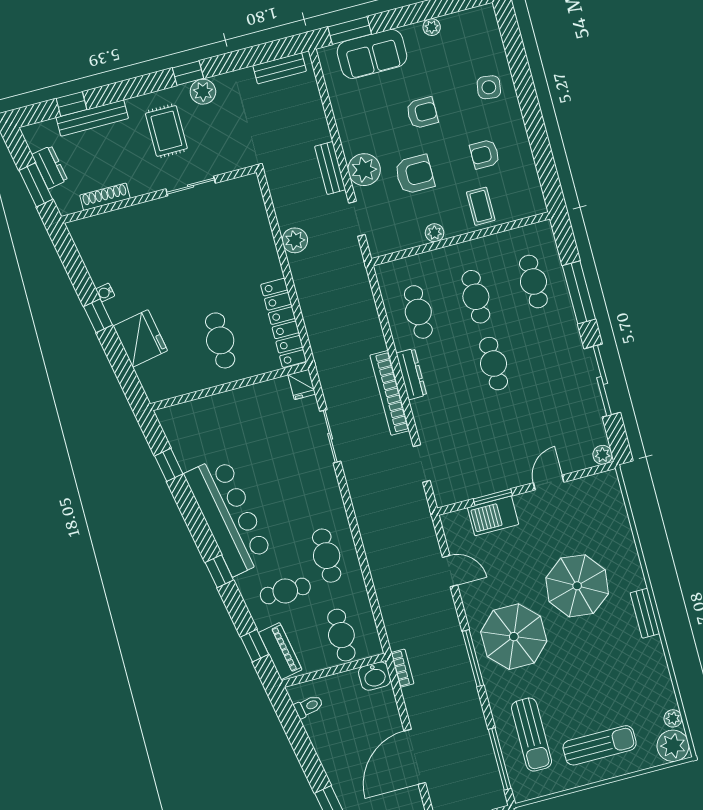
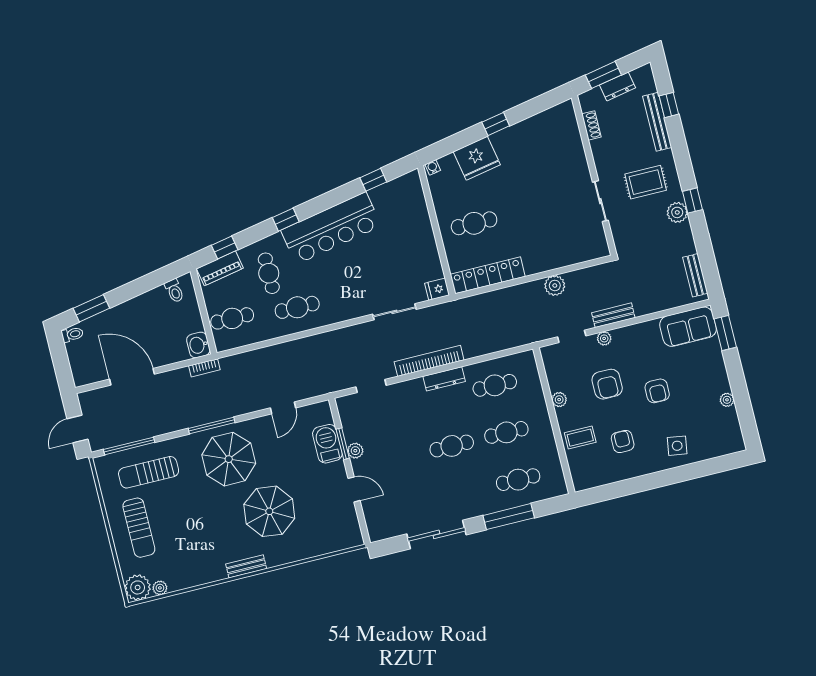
sofa: (372, 54) -> (688, 327), moved, turned -90
plant: (364, 170) -> (604, 338), width x0.53, depth x0.53
shoe rack: (105, 197) -> (591, 125), width x0.70
water cooler: (105, 292) -> (433, 167), moved
plant: (603, 455) -> (355, 451), moved

